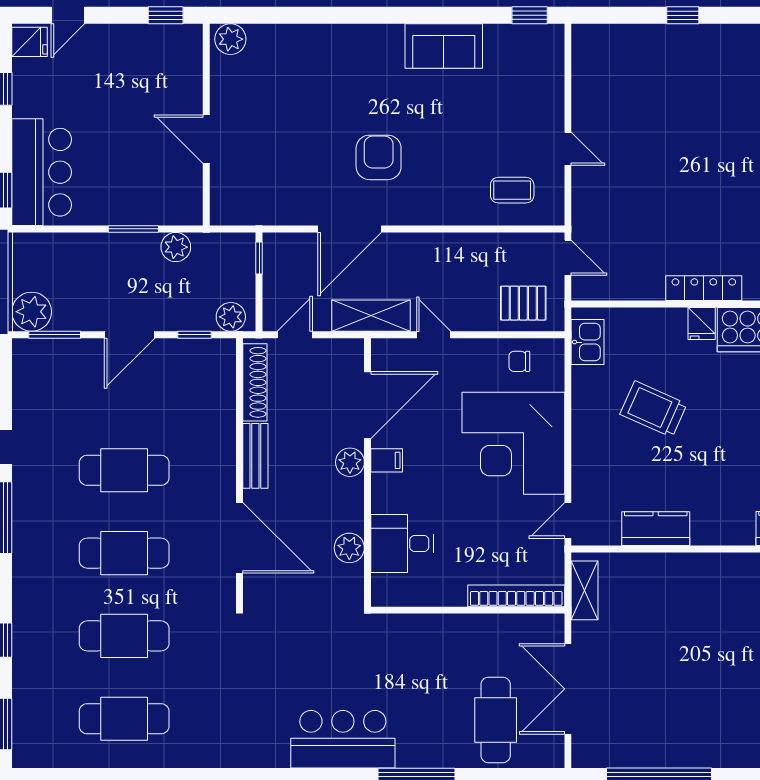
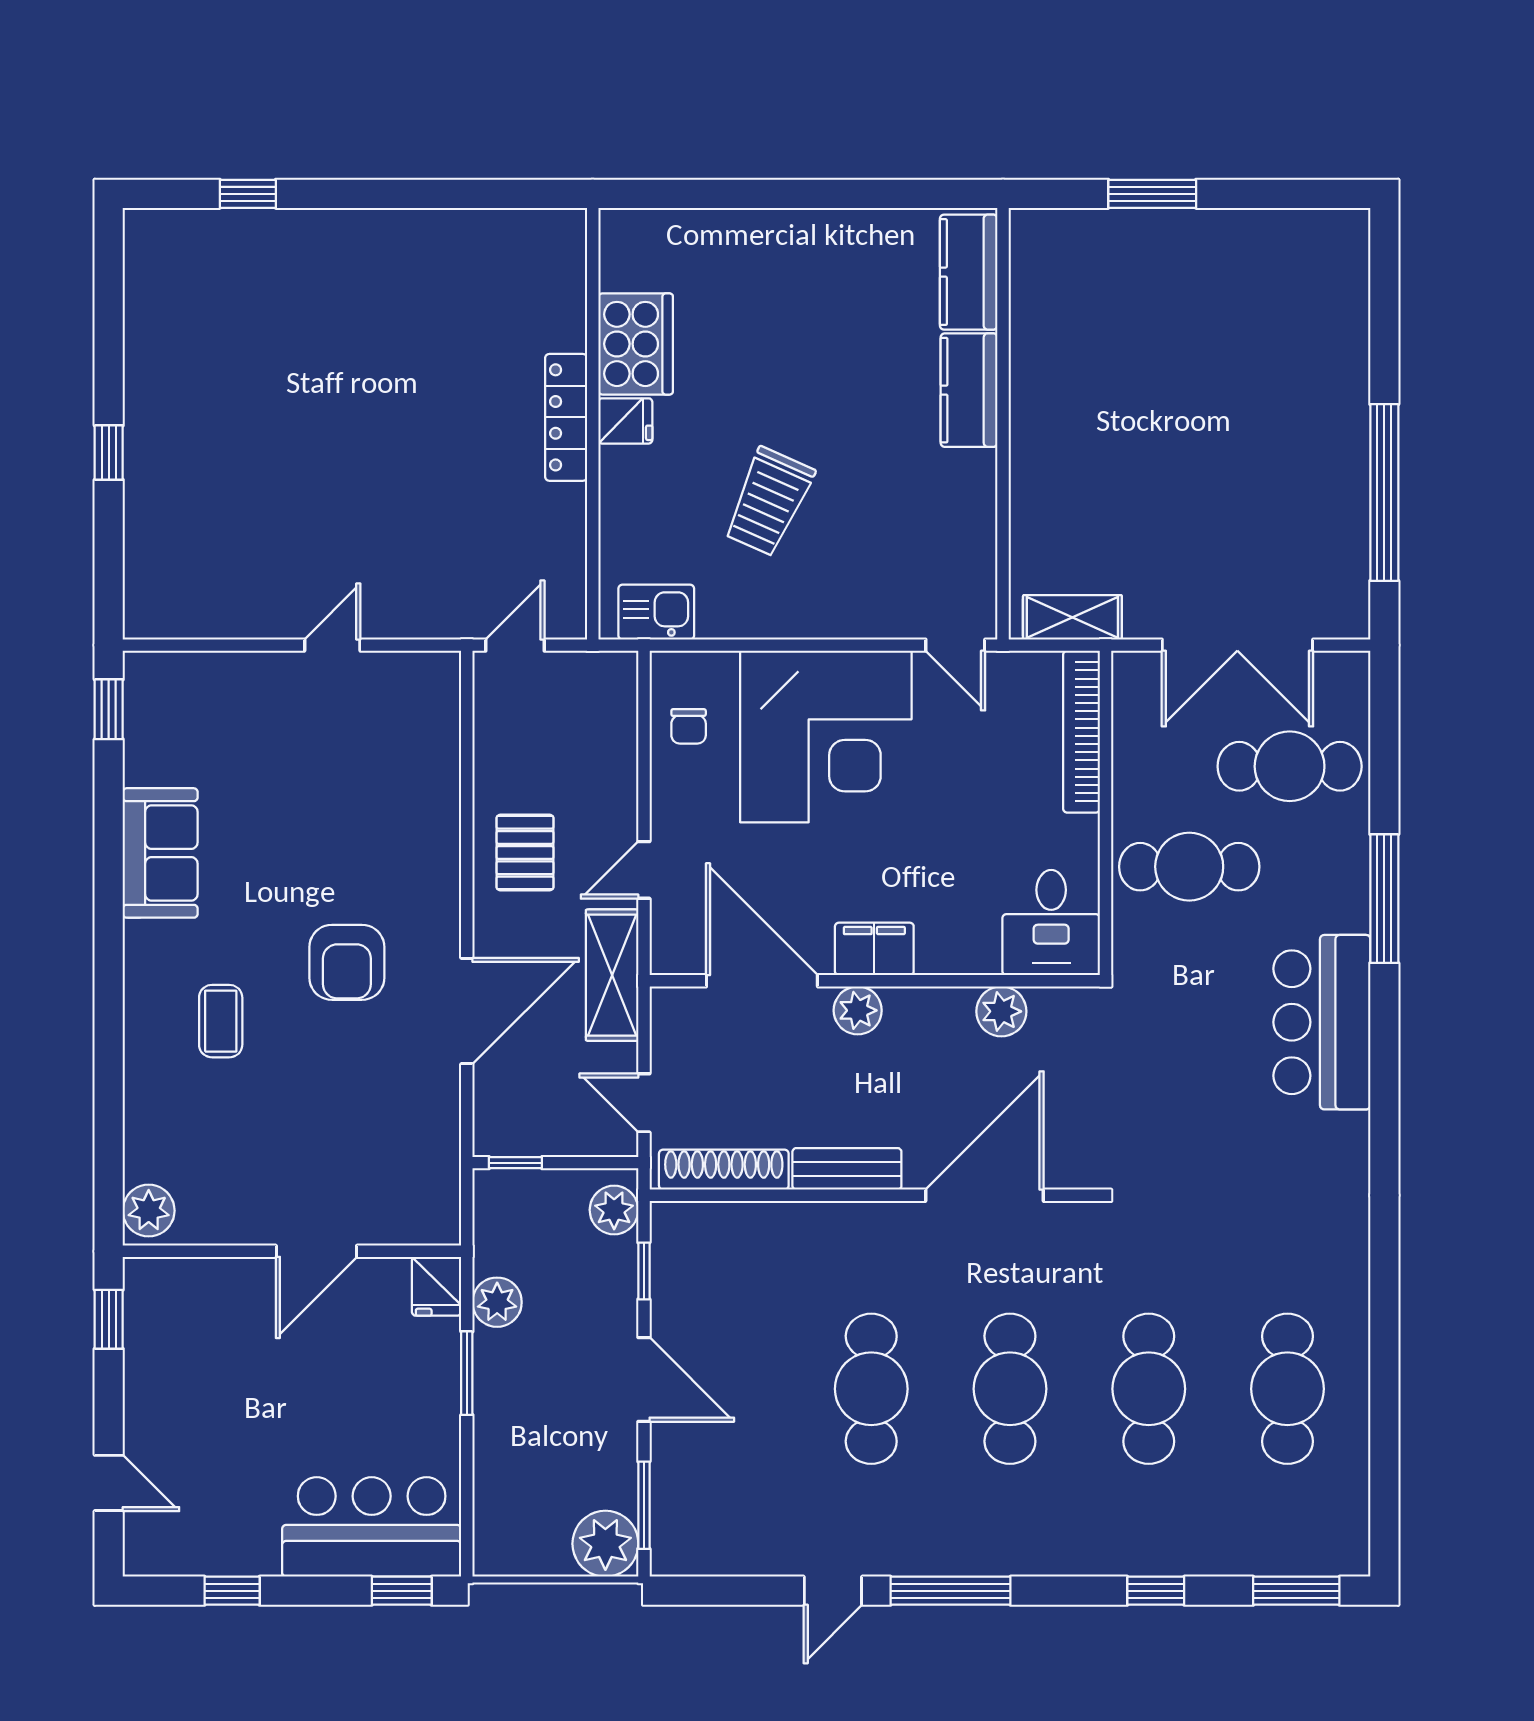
fridge: (30, 42) -> (437, 1286), moved, turned 180
armchair: (379, 157) -> (347, 962), turned -90
coffee table: (512, 190) -> (221, 1021), moved
door: (350, 229) -> (467, 1011), hinge flipped
pallet: (523, 303) -> (525, 853), moved
filing cabinet: (387, 460) -> (874, 949), width x2.00
kitchen counter: (656, 529) -> (969, 390), moved
desk: (402, 544) -> (1051, 923), moved
cafe table: (436, 660) -> (1189, 867), added

